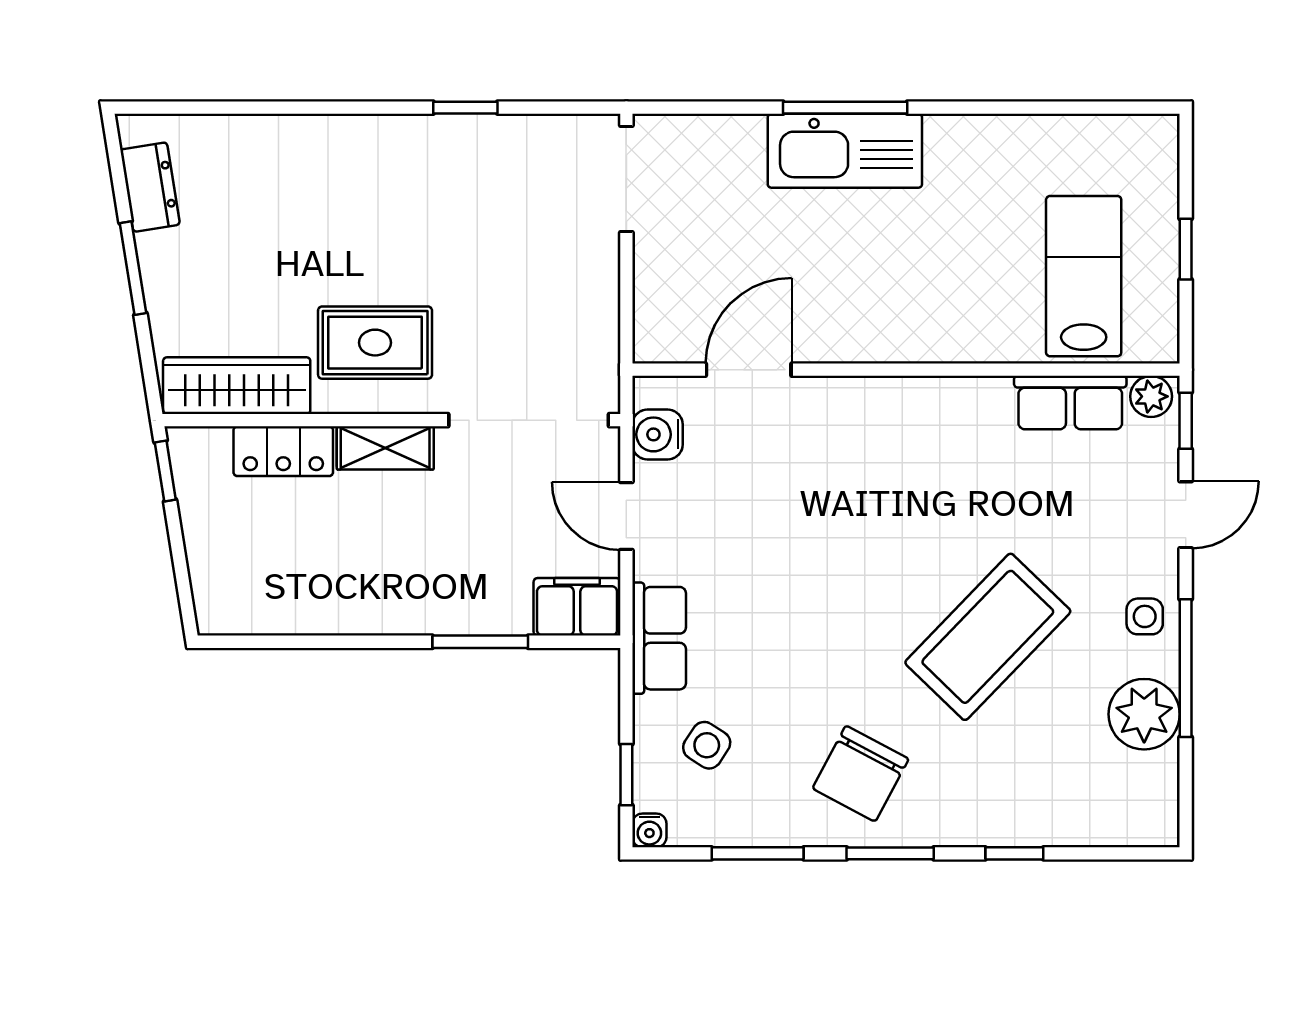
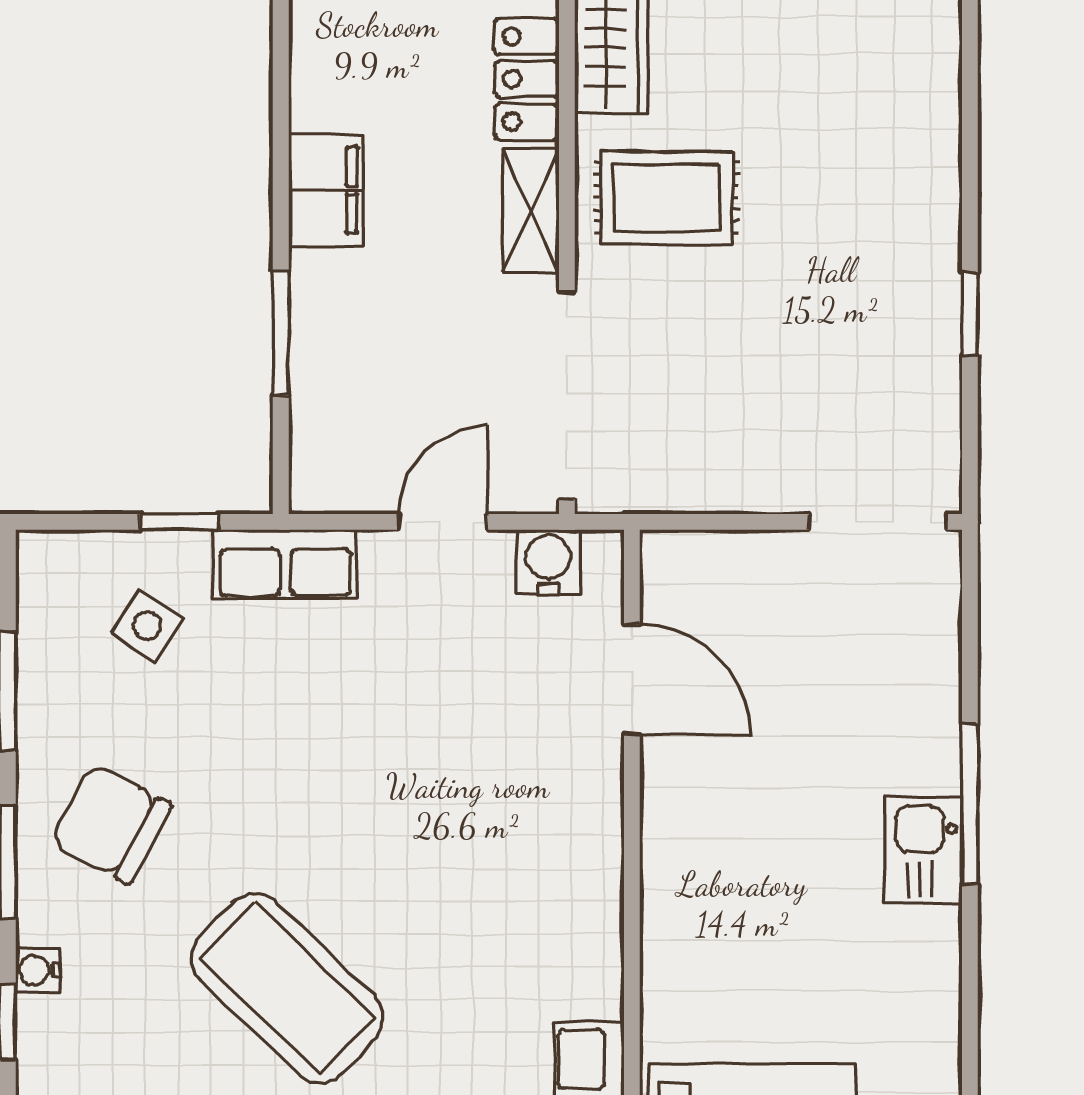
kitchen sink: (845, 151) -> (924, 850), width x0.53, depth x0.81
rug: (375, 343) -> (667, 198), turned 90
filing cabinet: (577, 607) -> (326, 190), moved
window: (626, 775) -> (179, 522), moved
water cooler: (649, 830) -> (37, 970), moved

